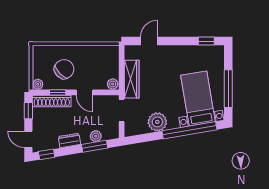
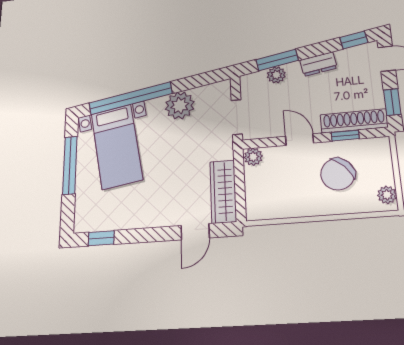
wardrobe: (132, 79) -> (223, 191), moved
plant: (38, 84) -> (387, 195), moved

